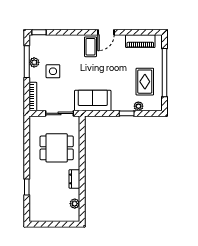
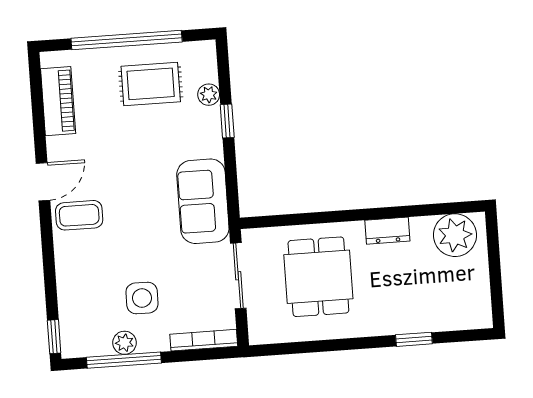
door: (106, 32) -> (43, 182), hinge flipped
plant: (75, 204) -> (455, 235), width x1.88, depth x1.88

